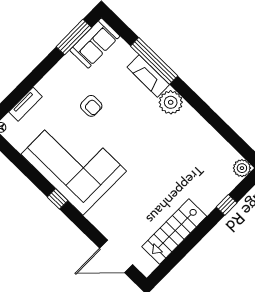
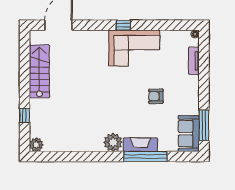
corner sofa: (74, 163) -> (134, 48), width x0.73, depth x0.74

